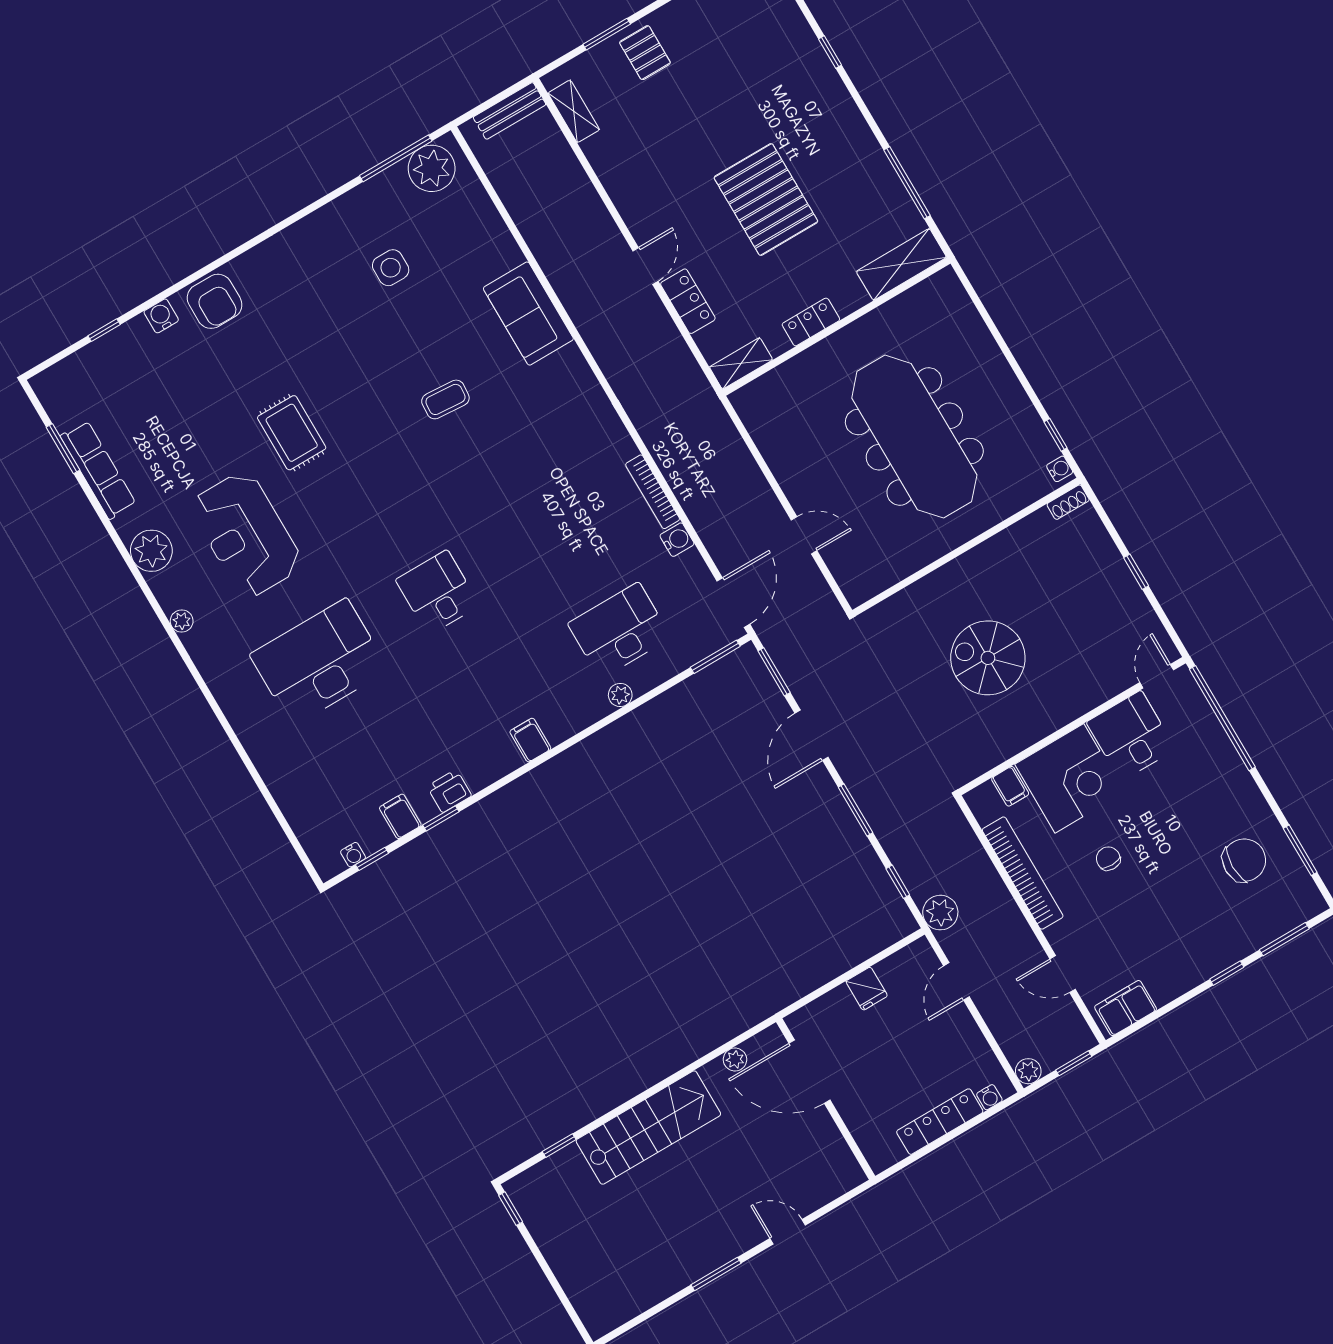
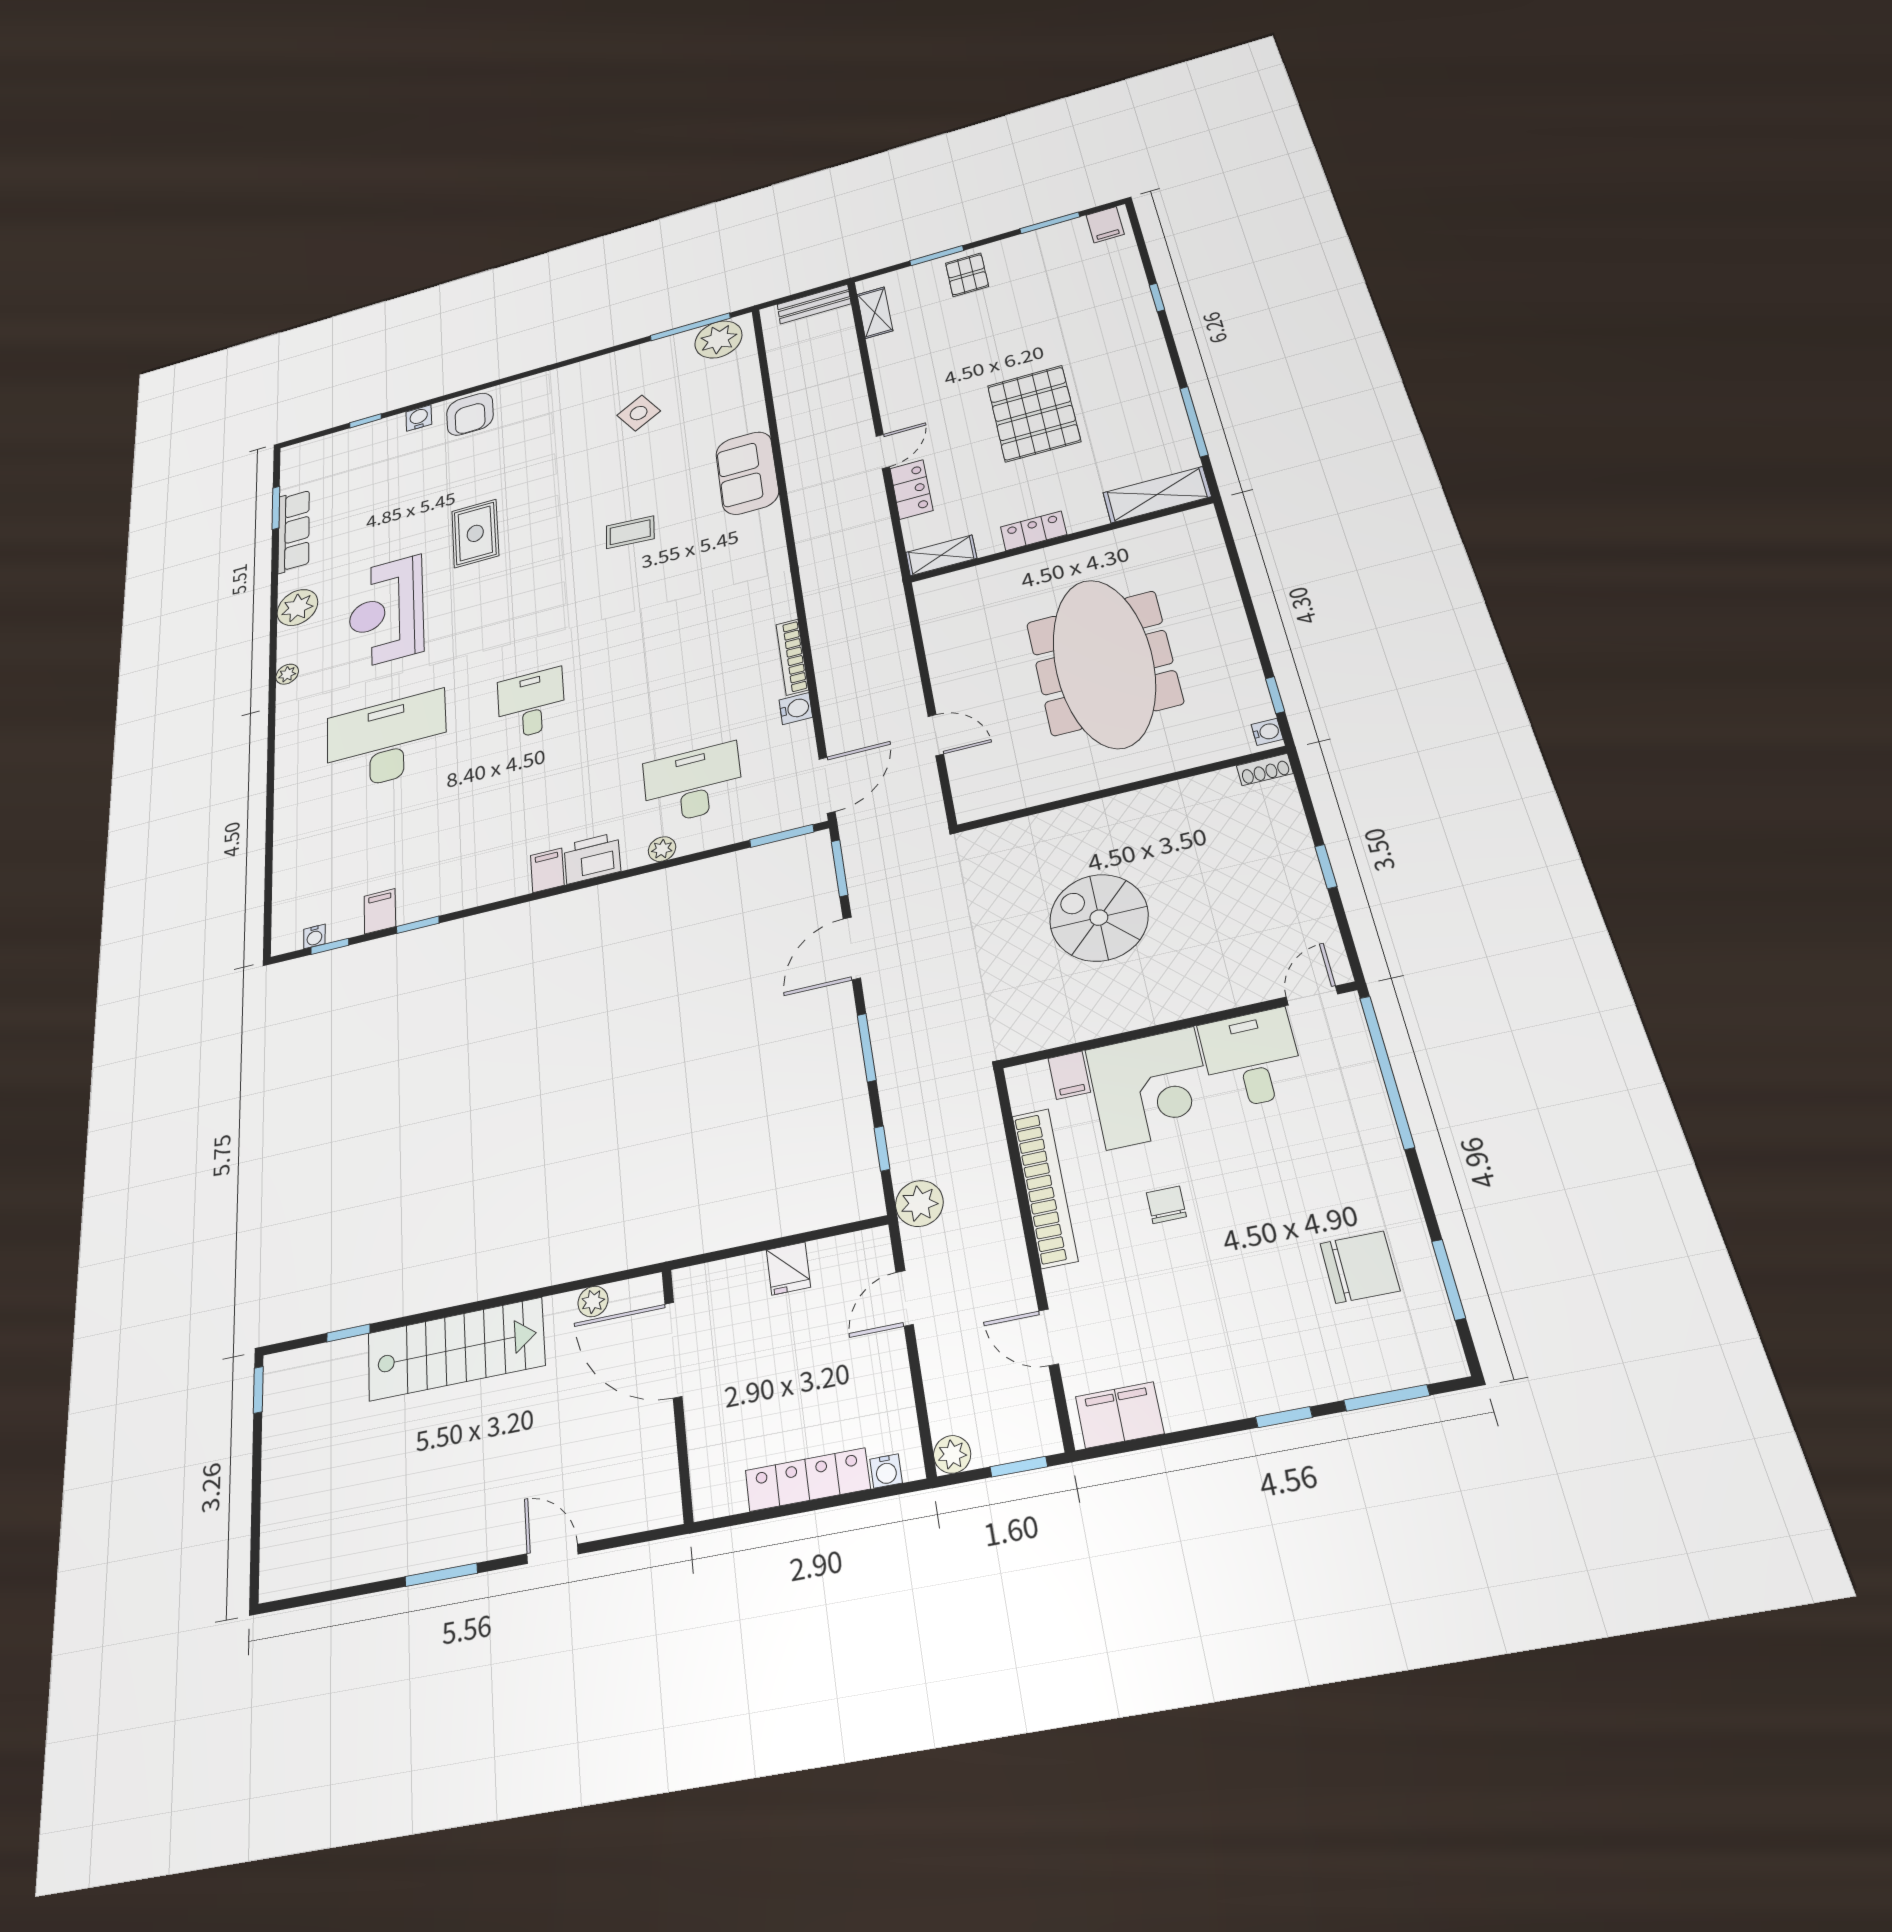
side table: (391, 268) -> (639, 413), turned -32
printer: (449, 791) -> (592, 858), moved, width x1.36, depth x1.24

